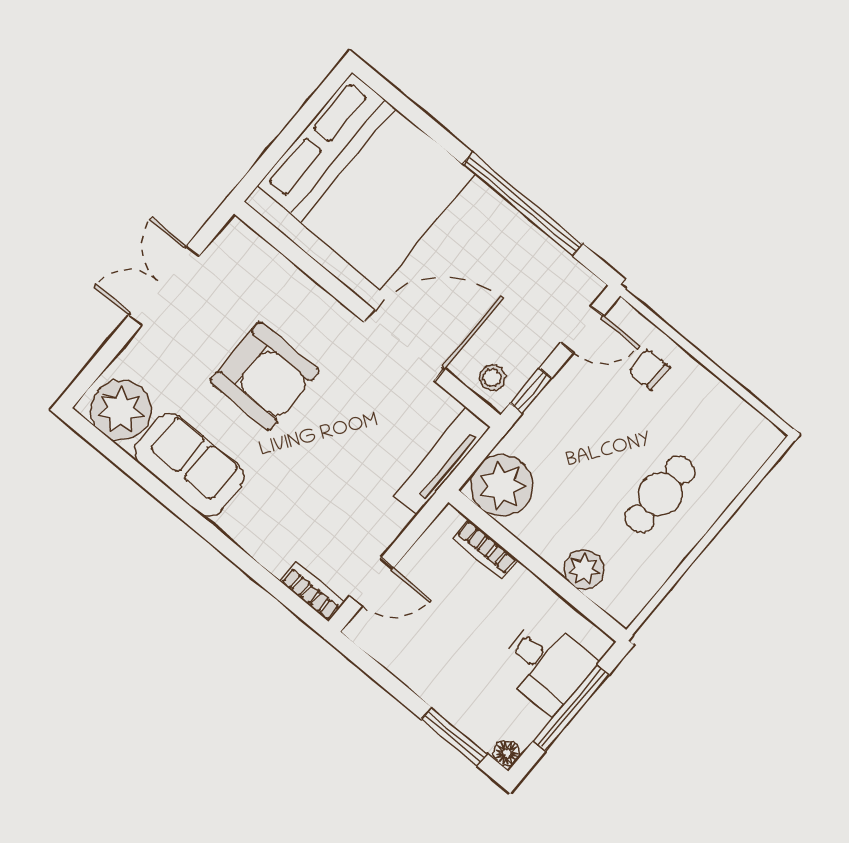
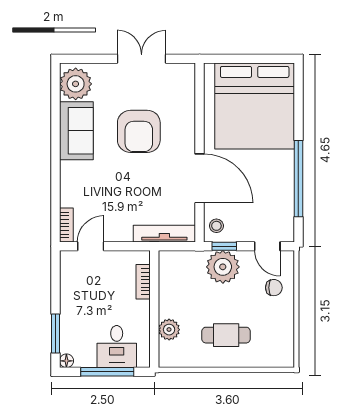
chair: (649, 369) -> (274, 288), turned 90
plant: (502, 486) -> (223, 267), moved
door: (371, 582) -> (91, 246), swing flipped

